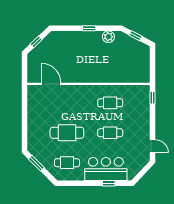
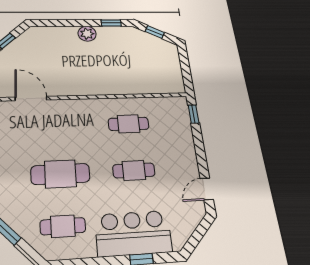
window: (89, 28) -> (111, 23), moved
plant: (108, 37) -> (87, 34), moved
door: (153, 146) -> (207, 189), swing flipped

